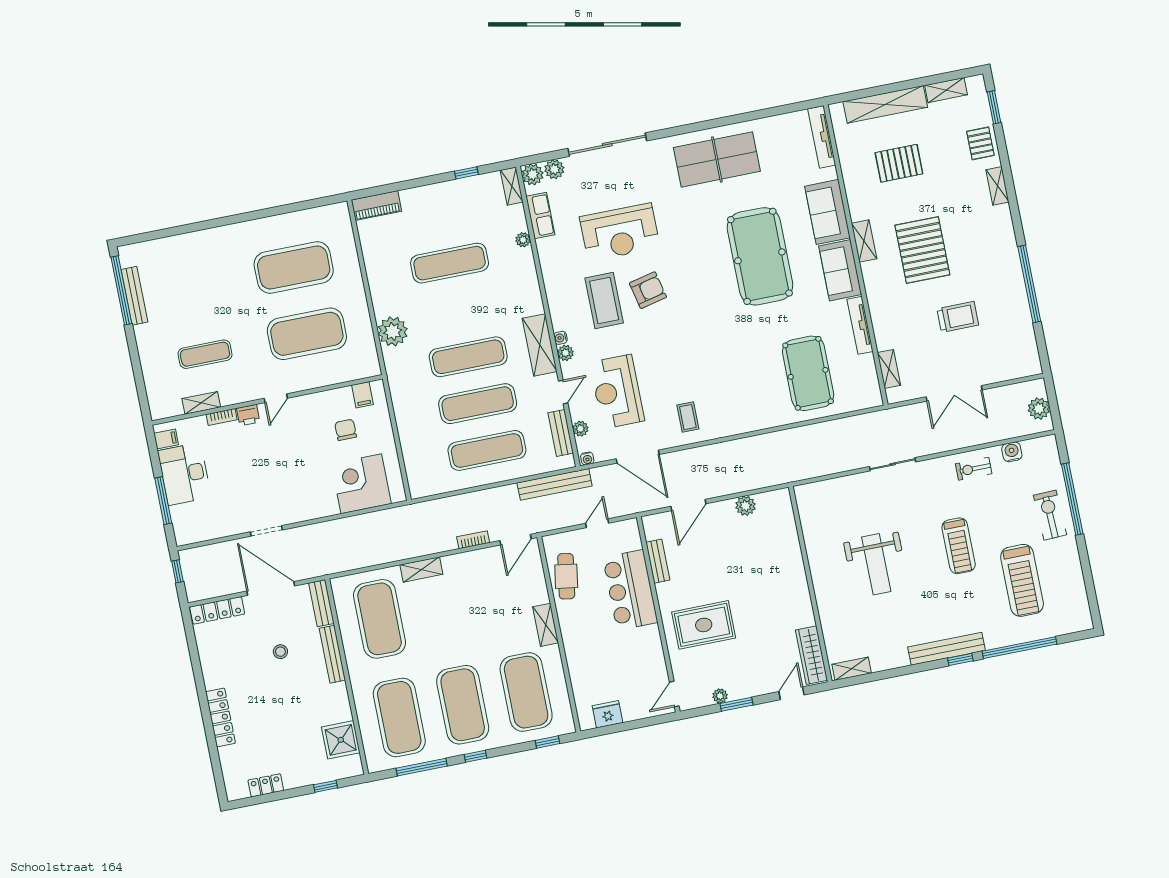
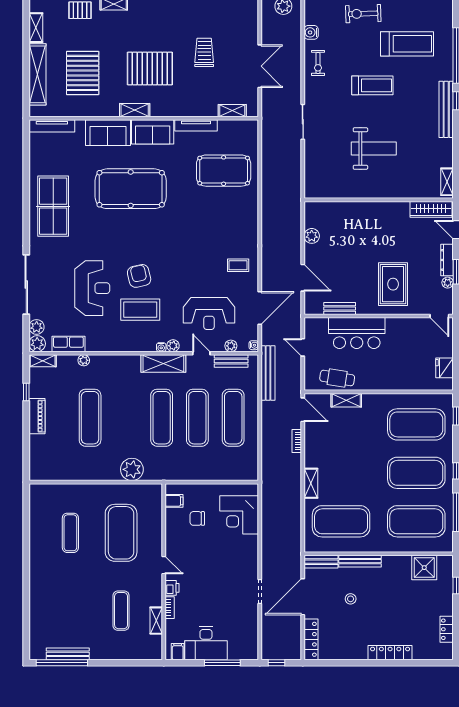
pallet: (899, 163) -> (83, 73), width x1.37, depth x1.41
piano: (376, 206) -> (37, 416), moved
exercise mat: (294, 267) -> (70, 533), width x0.50, depth x0.69
shelving: (546, 625) -> (346, 400), moved
dresser: (749, 689) -> (447, 260), added

